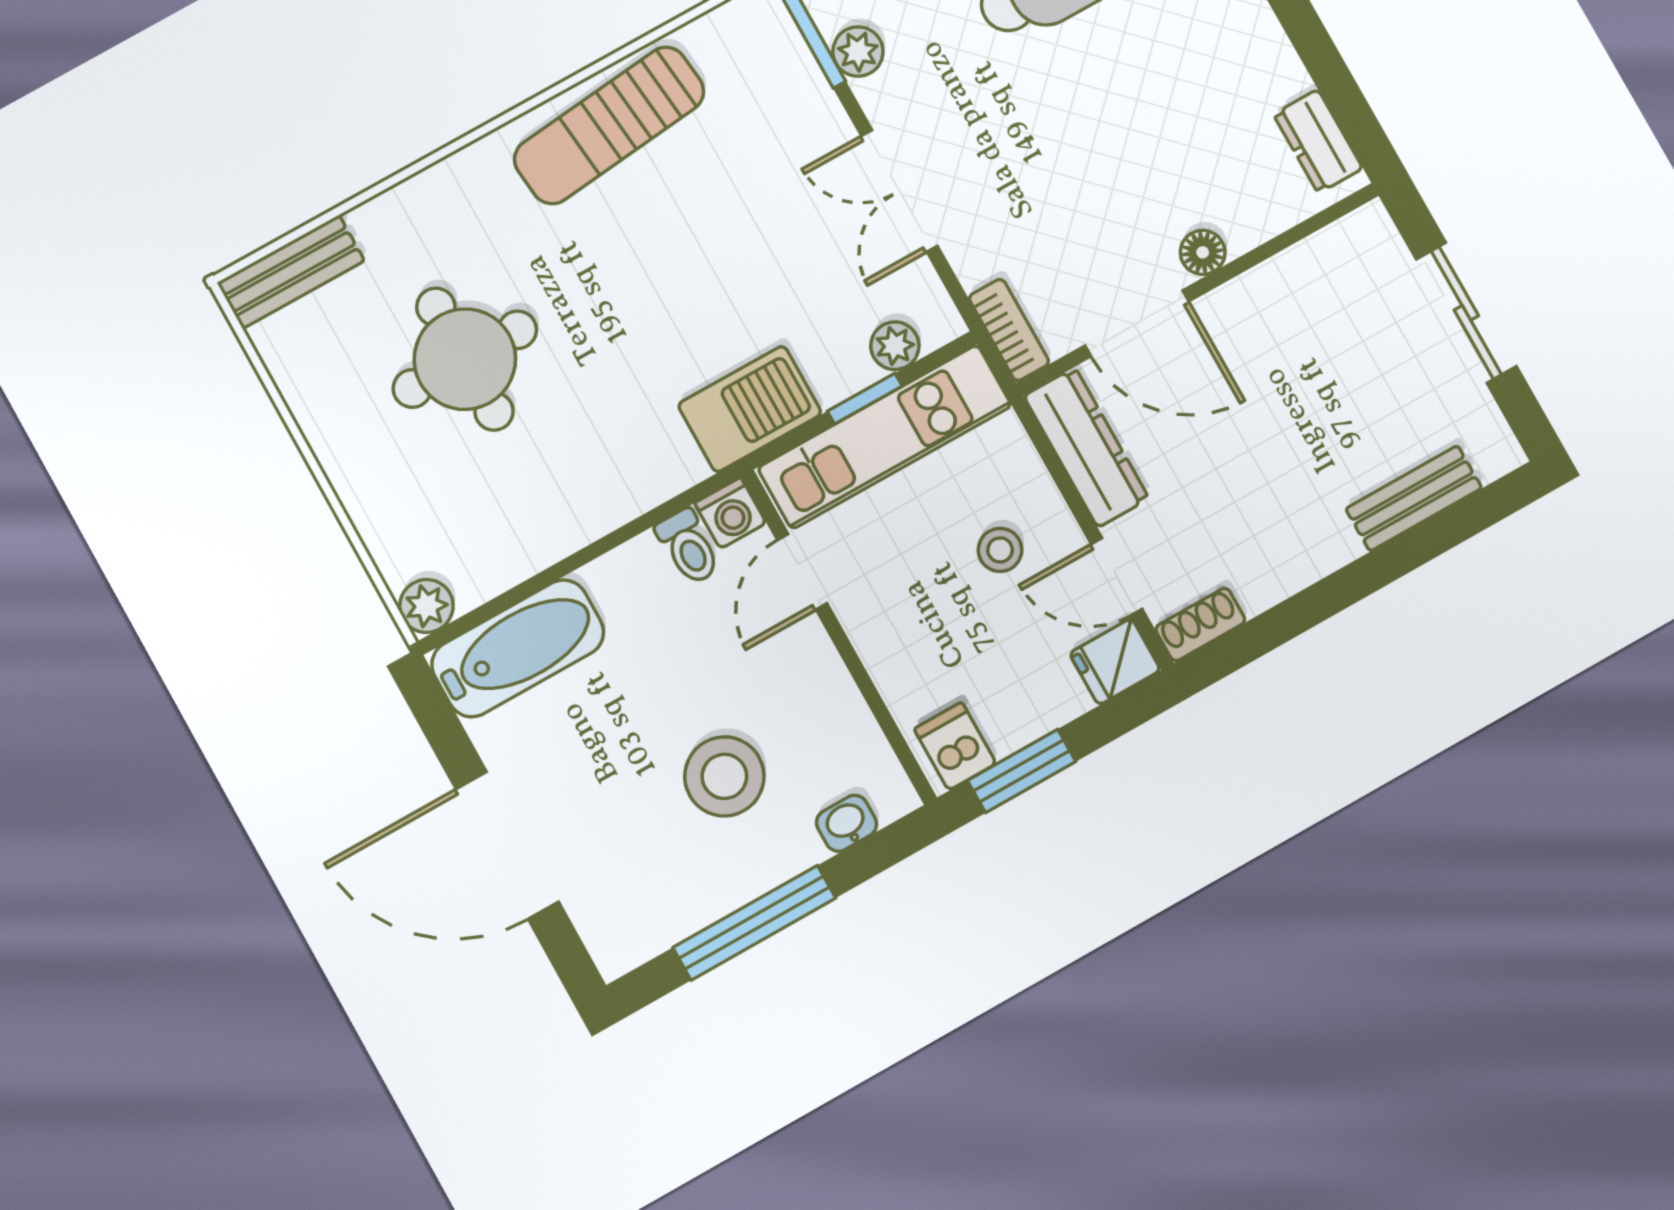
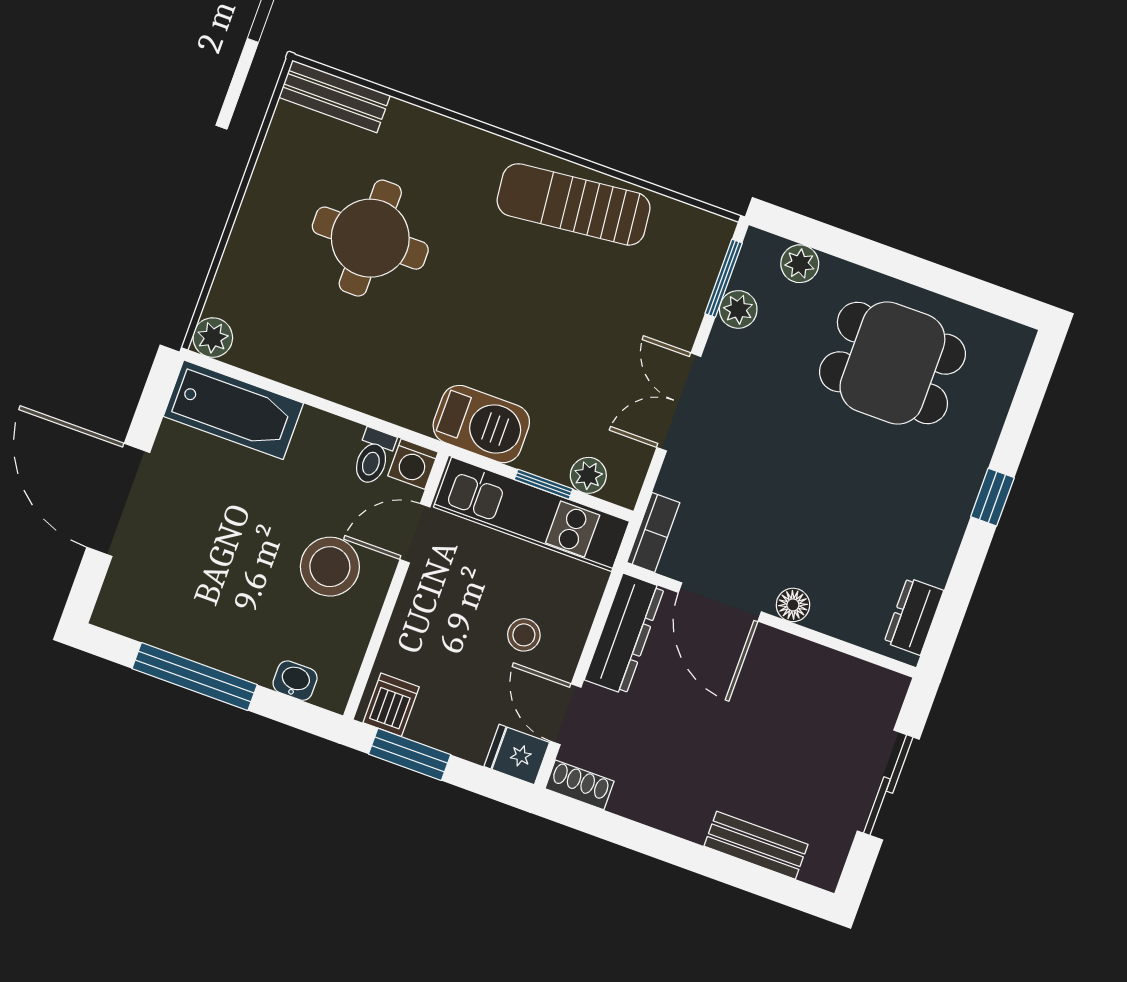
stool: (724, 776) -> (330, 567), moved

